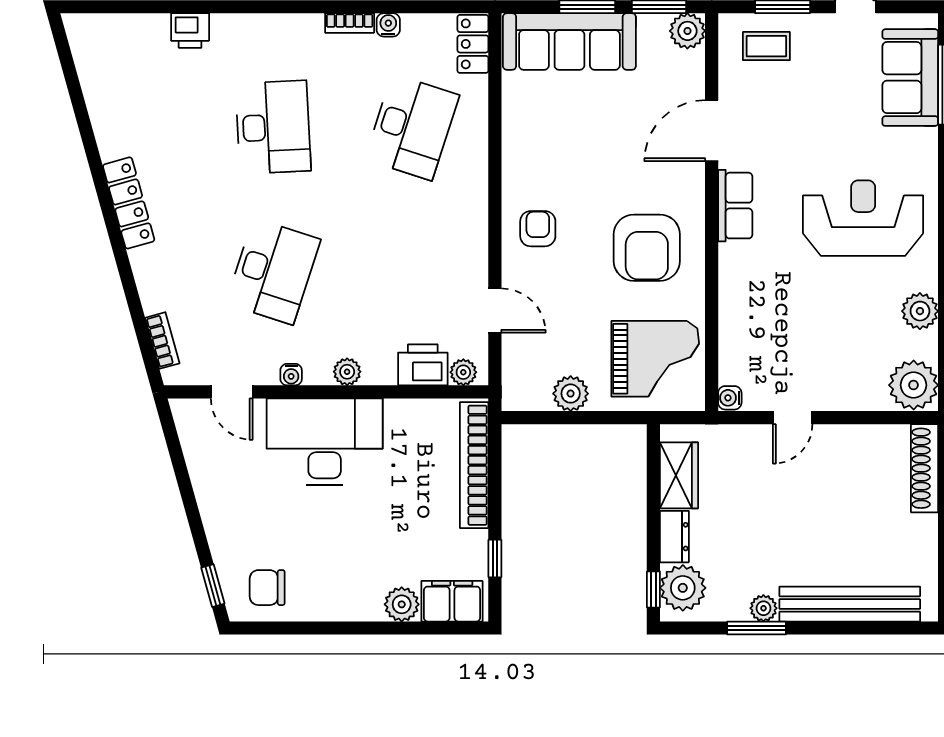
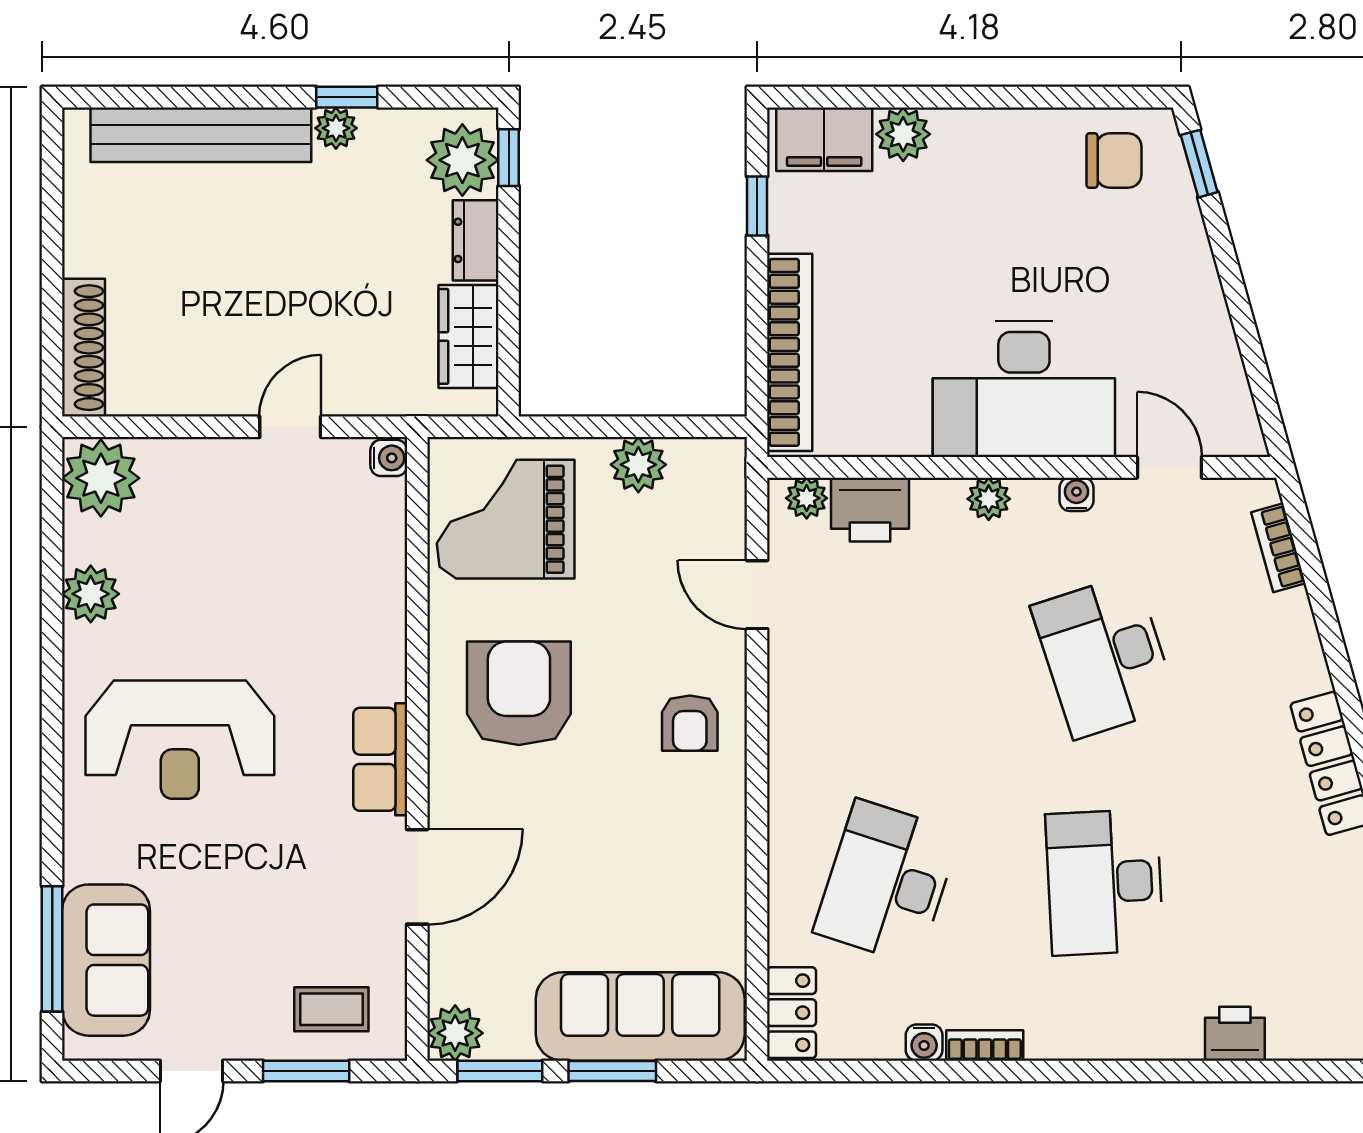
desk: (273, 271) -> (1104, 656), turned -36
window: (757, 628) -> (347, 97), width x0.67

